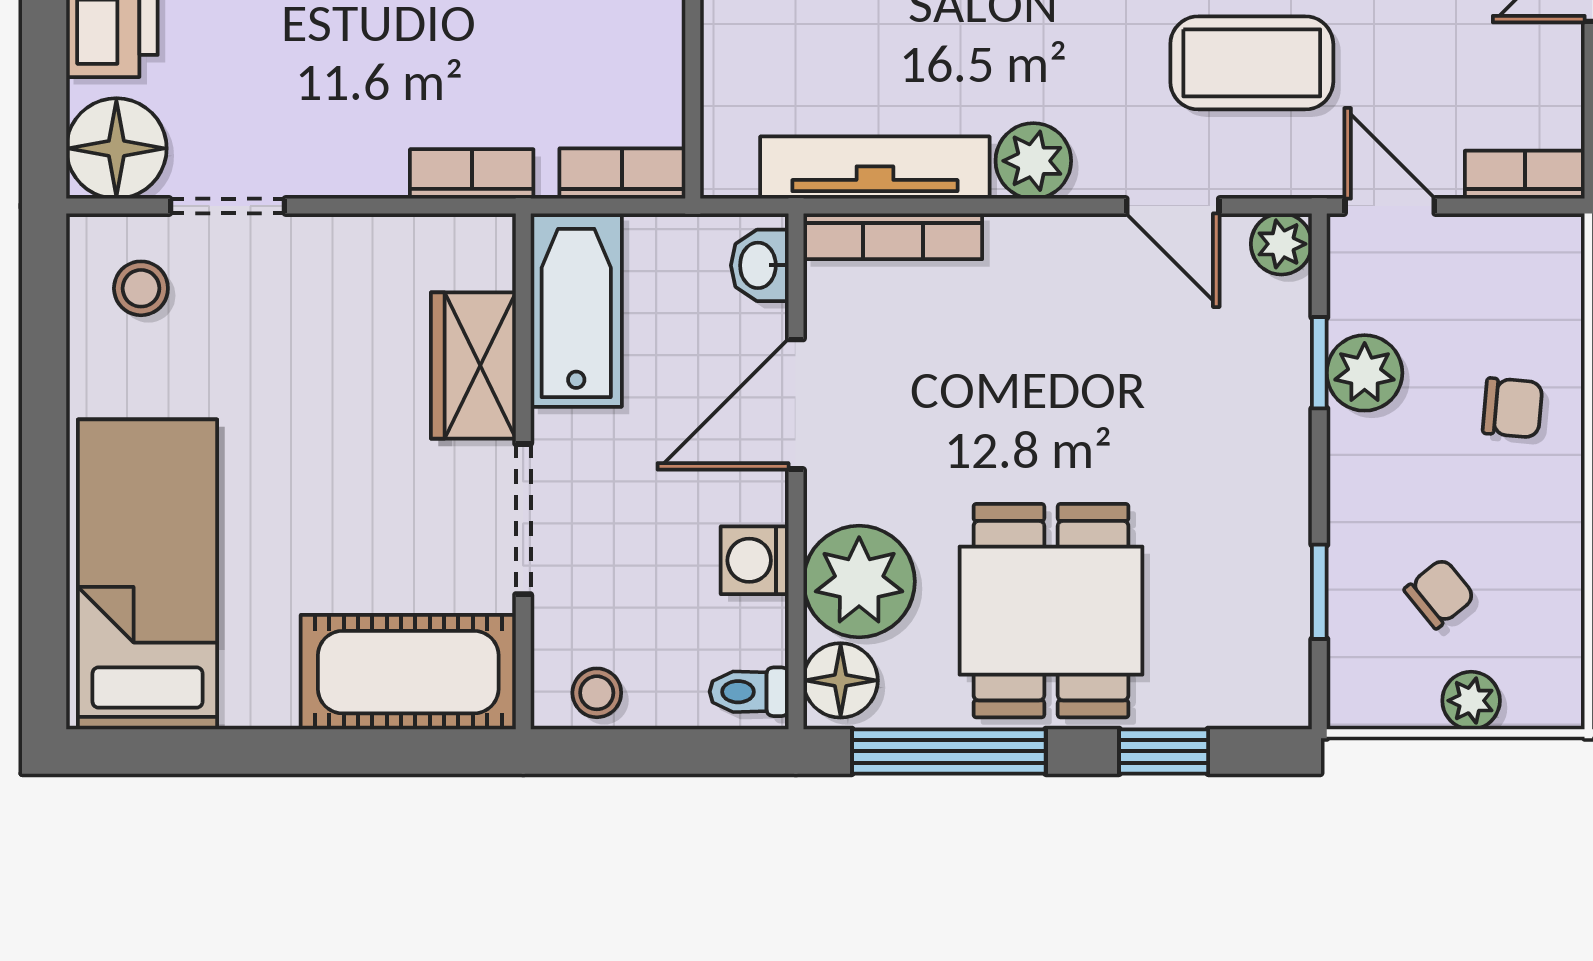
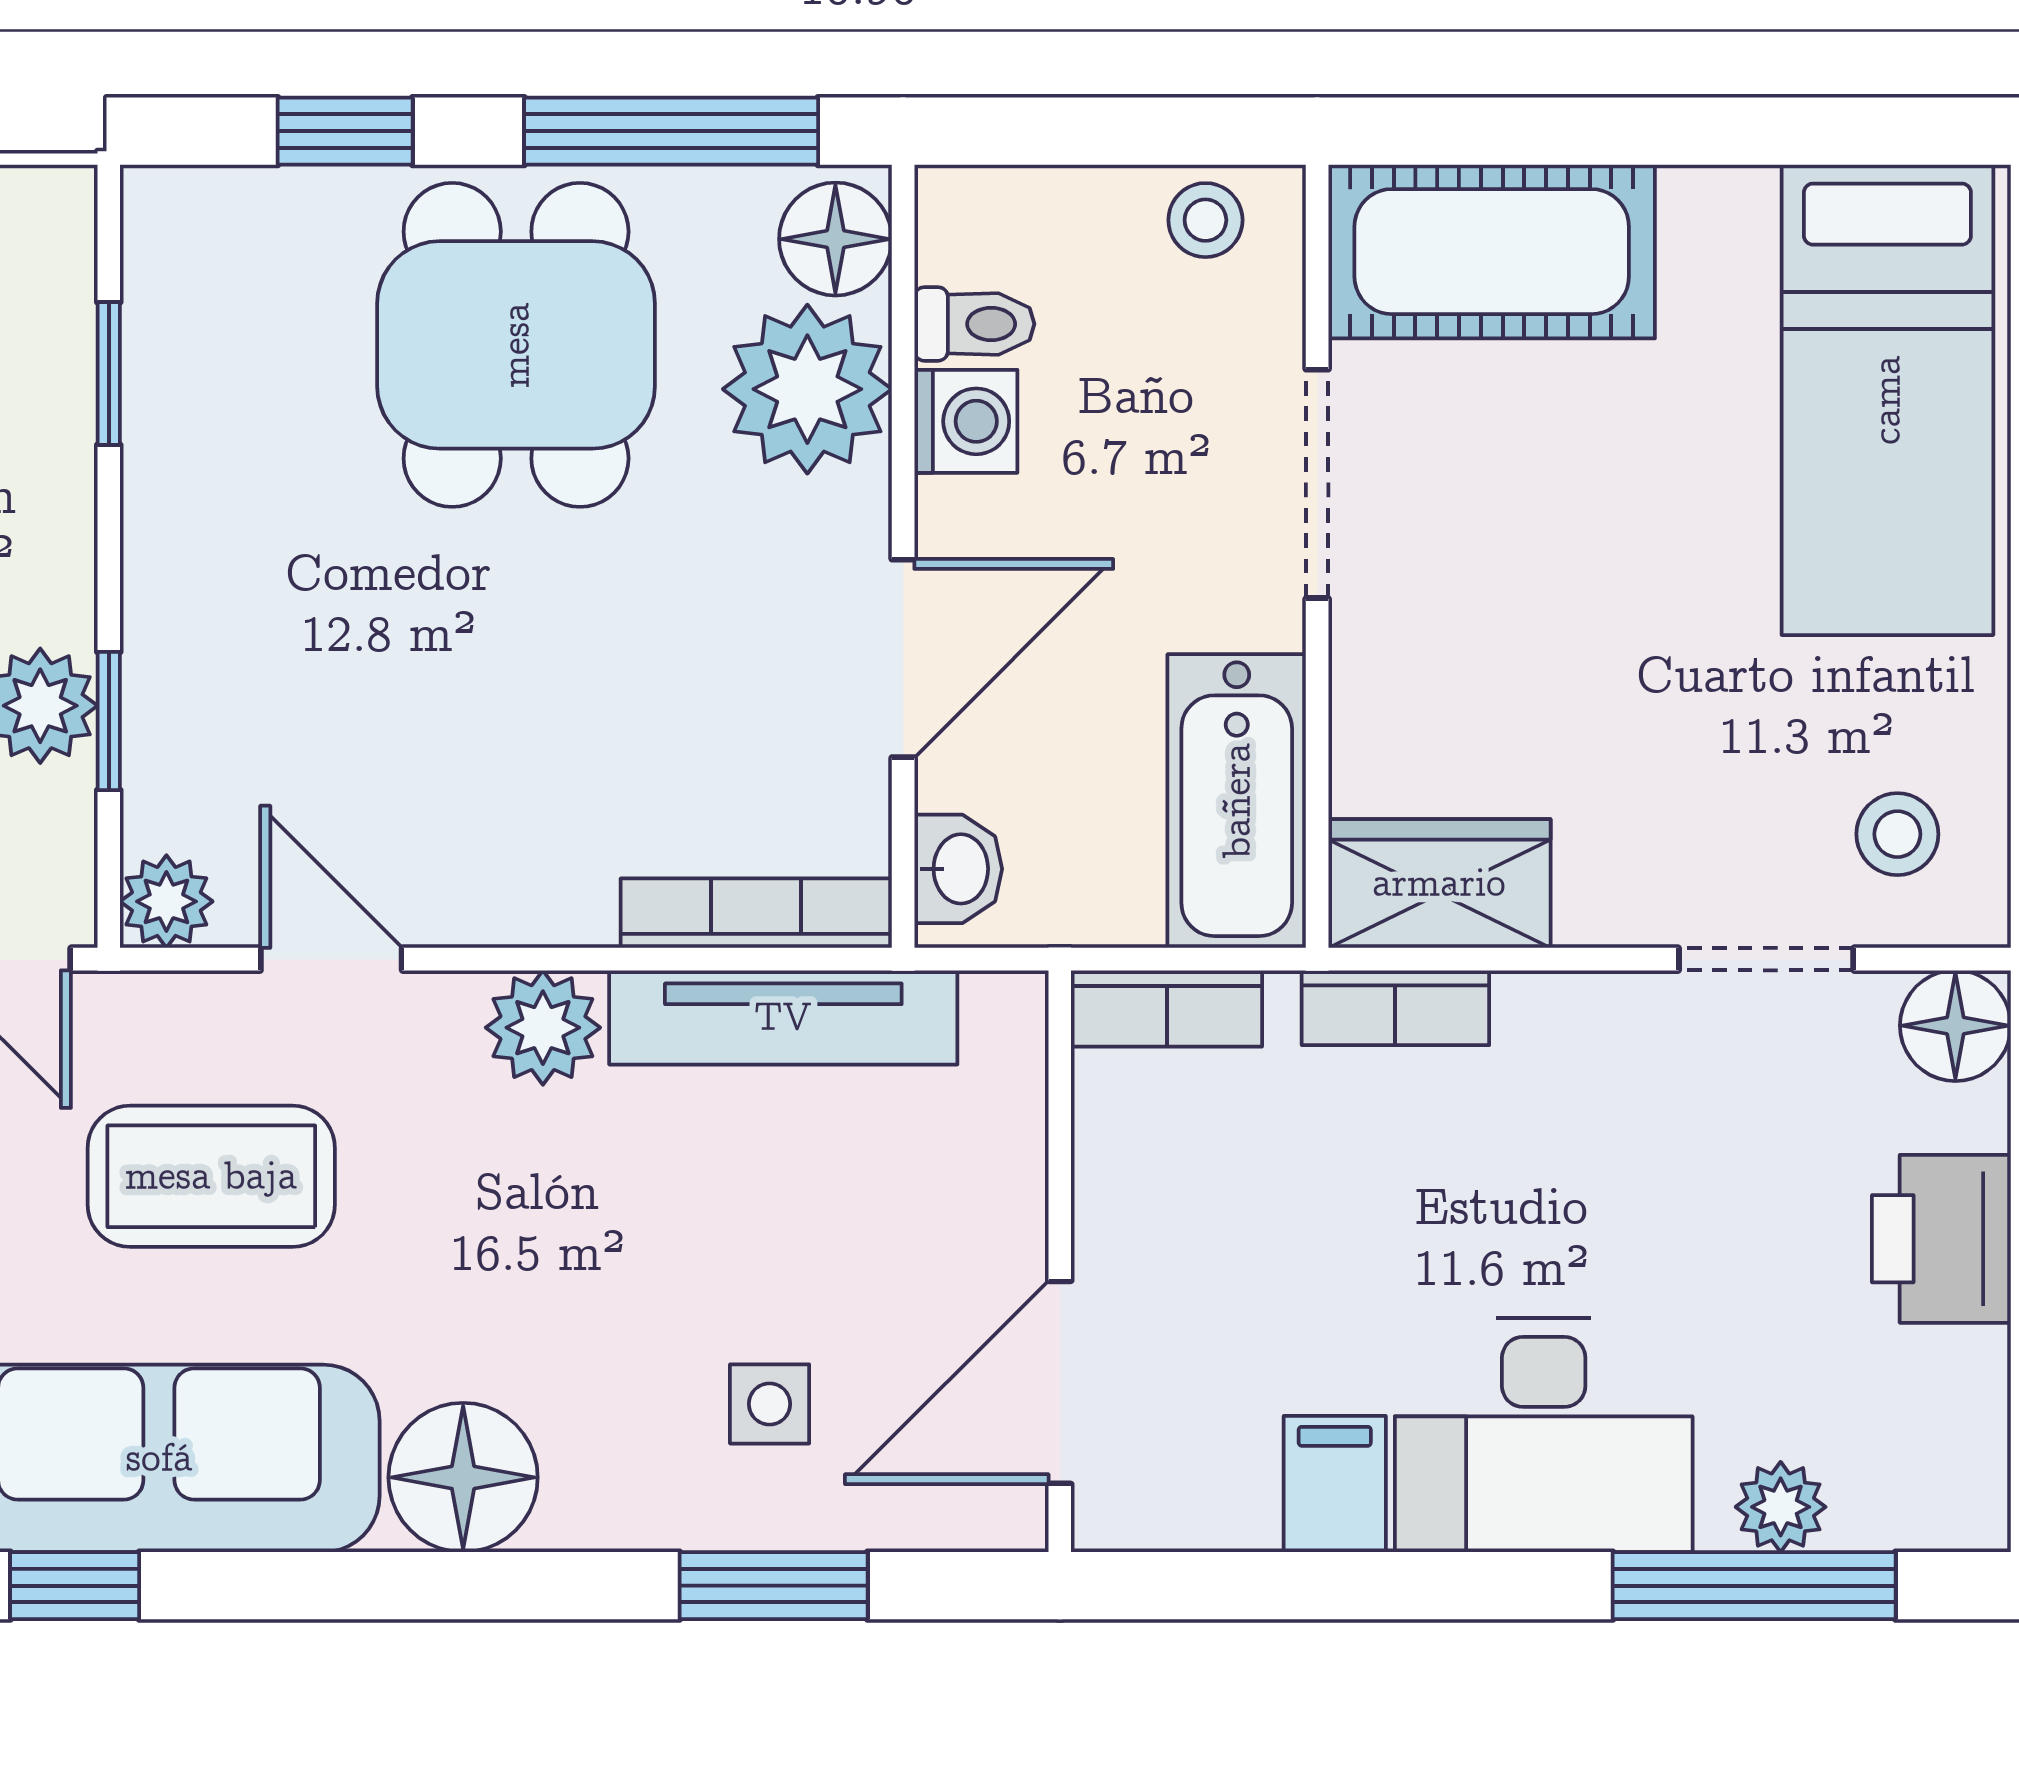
floor lamp: (116, 148) -> (1955, 1026), width x0.73, depth x0.73
wardrobe: (473, 365) -> (1439, 883), moved, turned -90
toilet: (749, 692) -> (974, 324), moved

